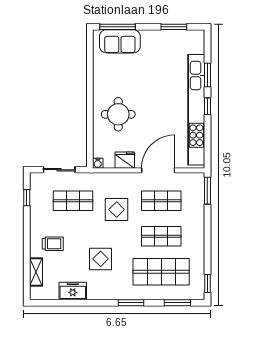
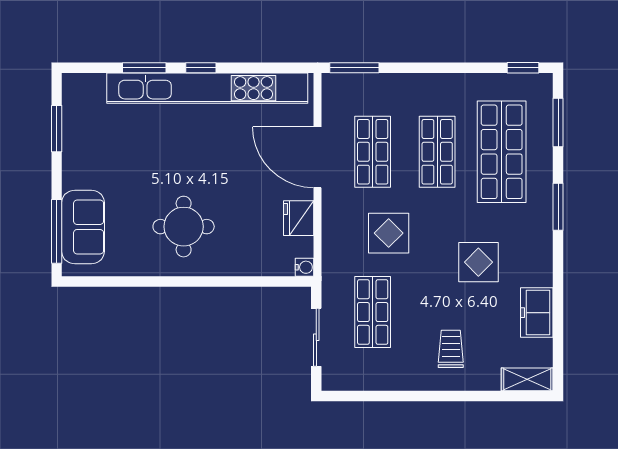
round table: (118, 114) -> (184, 227), moved
window: (27, 198) -> (367, 396), removed
shelving: (36, 272) -> (527, 379), moved

